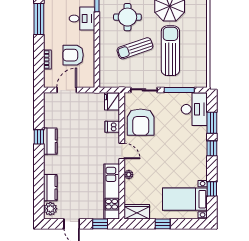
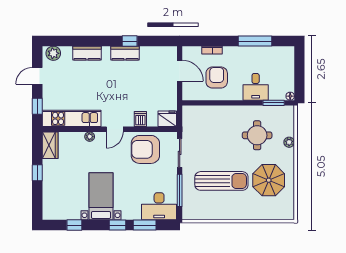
sun lounger: (135, 48) -> (224, 143), removed
kitchen counter: (50, 188) -> (87, 53), moved
bed with nightstands: (185, 199) -> (101, 196), moved

